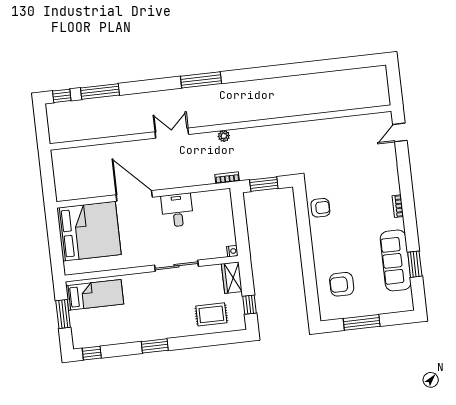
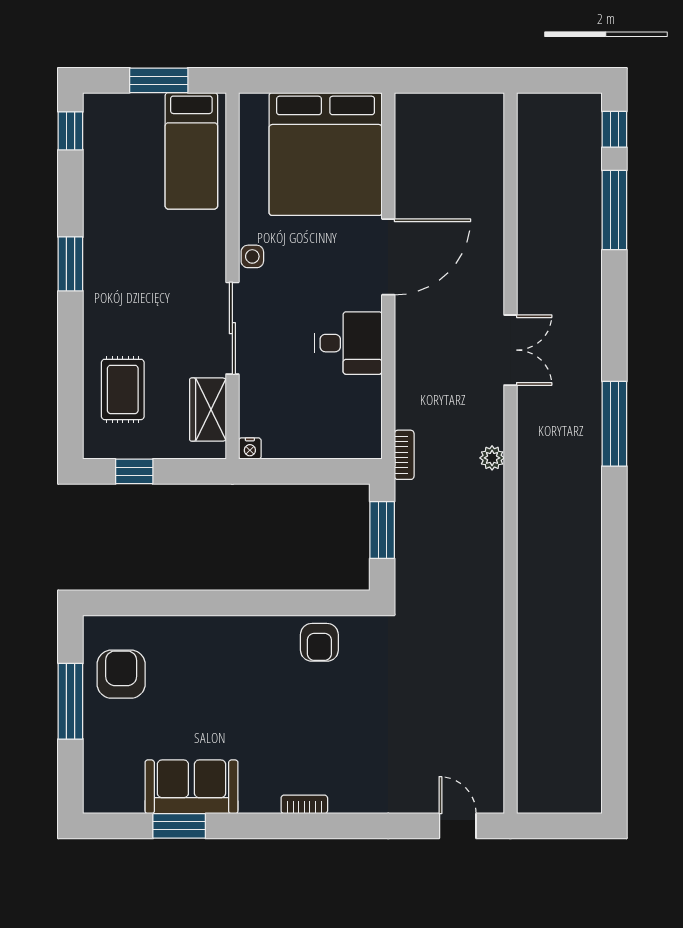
side table: (141, 260) -> (252, 256), added
sofa: (396, 260) -> (191, 787), width x0.73
wardrobe: (232, 278) -> (208, 410), moved, turned -90
armchair: (342, 284) -> (121, 674), moved

